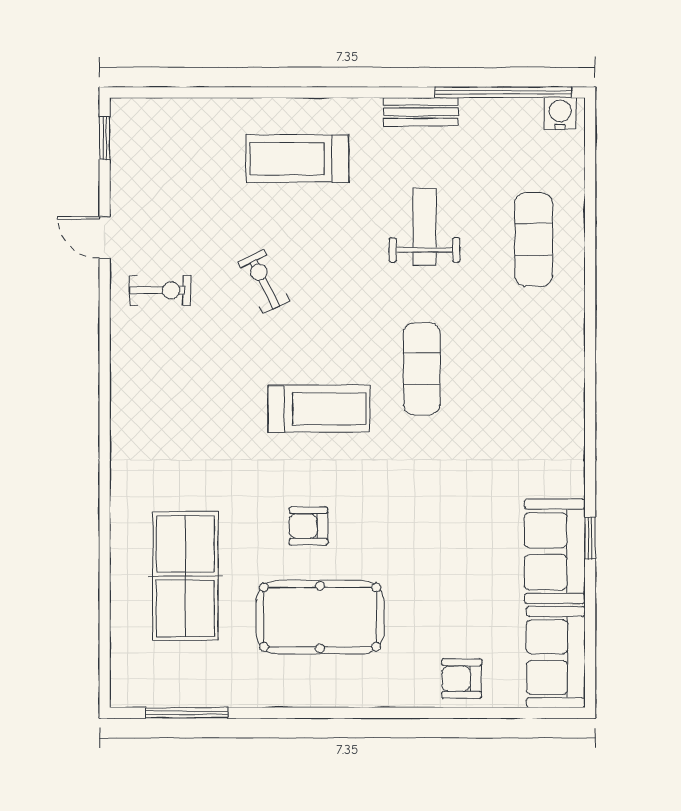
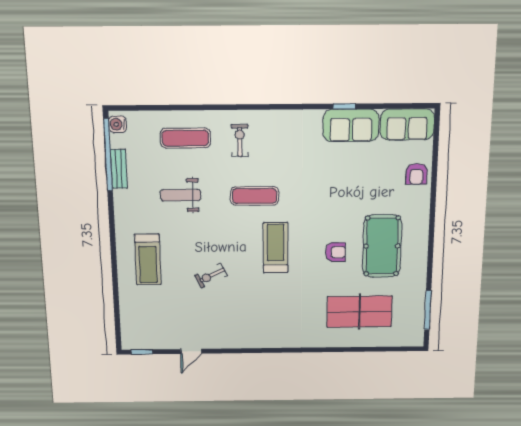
bench: (421, 112) -> (119, 169), moved
exercise bike: (160, 290) -> (240, 140), moved
armchair: (308, 526) -> (335, 252), turned -90

